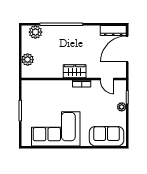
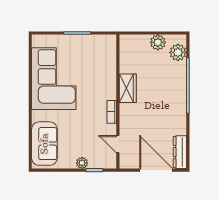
plant: (28, 60) -> (158, 42), moved
wardrobe: (75, 71) -> (128, 88), moved
door: (107, 79) -> (118, 144), hinge flipped

